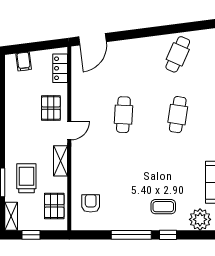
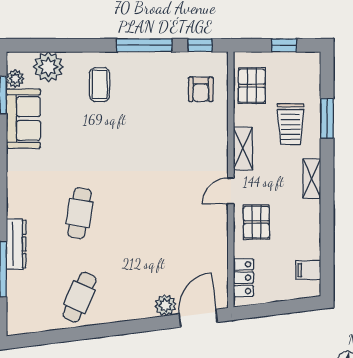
plant: (116, 49) -> (165, 305), added
filing cabinet: (24, 62) -> (308, 270), moved, turned -83
cafe table: (123, 115) -> (155, 213), removed
coffee table: (163, 207) -> (100, 85), turned 90
shelving: (11, 216) -> (312, 178), moved
window: (168, 235) -> (200, 45), moved

